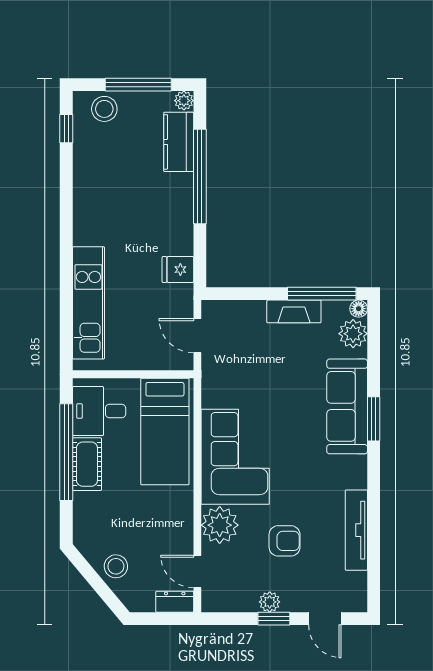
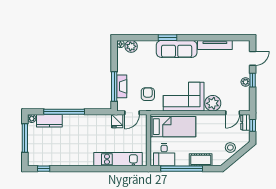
stool: (104, 109) -> (35, 152), removed
fridge: (178, 270) -> (117, 121), moved
window: (322, 294) -> (114, 87), moved
fireplace: (294, 311) -> (122, 86), moved
sofa: (347, 406) -> (177, 49), moved
cot: (87, 464) -> (201, 160), moved
armchair: (285, 541) -> (148, 94), moved
window: (168, 619) -> (253, 125), added

